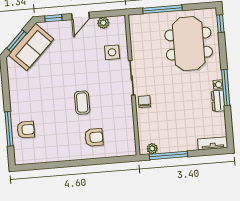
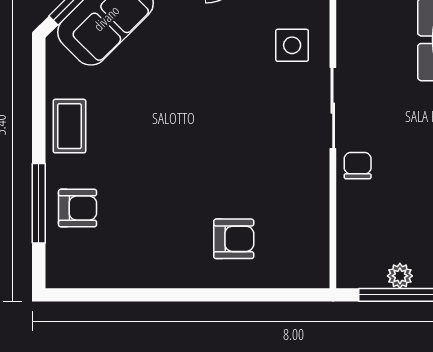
coffee table: (82, 103) -> (69, 126), moved
plant: (152, 149) -> (400, 276), moved

